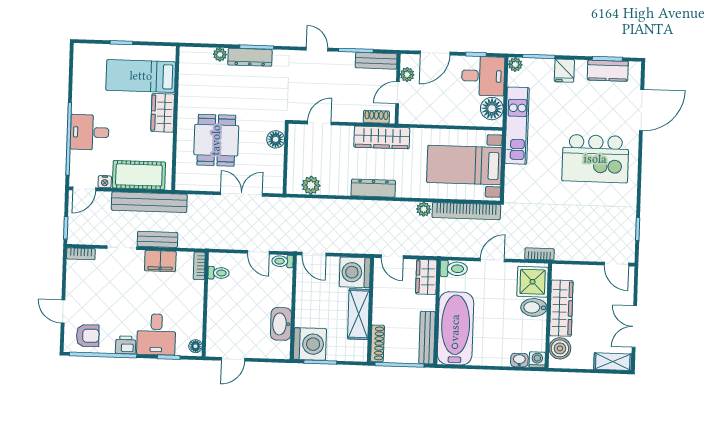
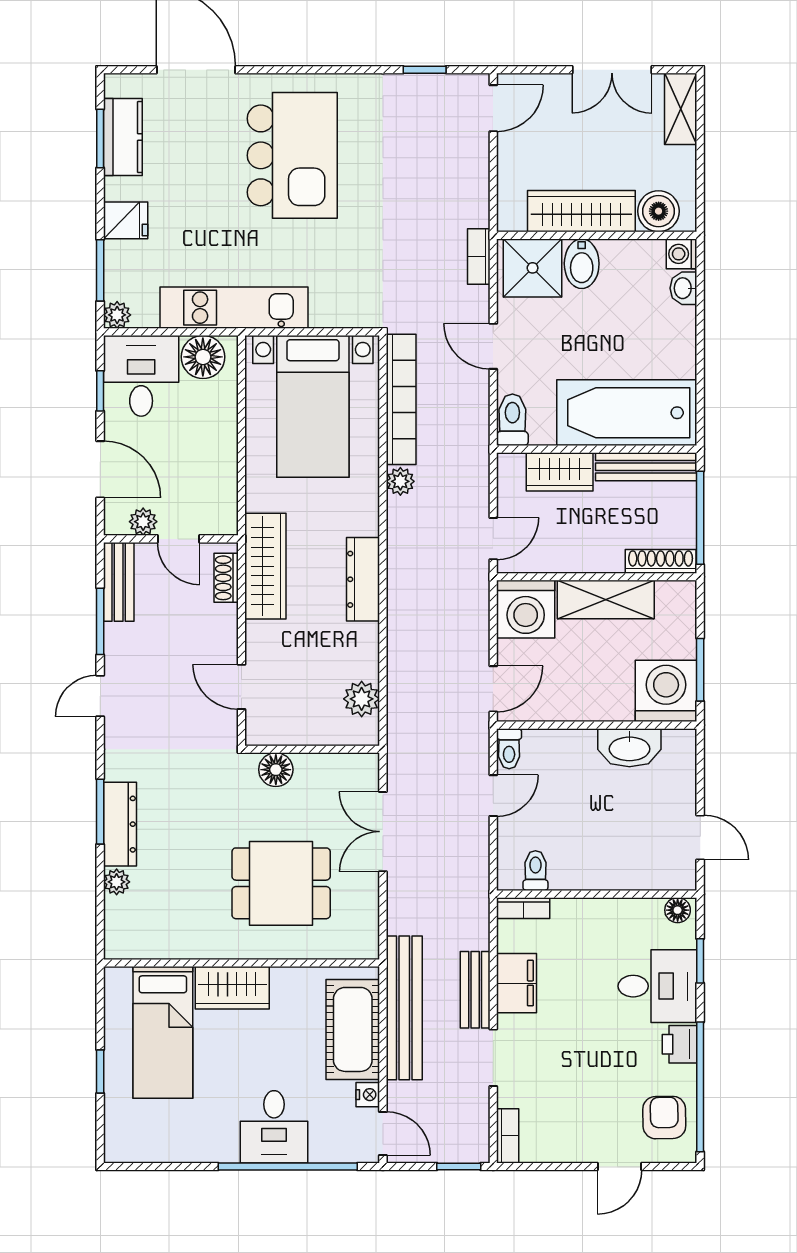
wardrobe: (426, 277) -> (560, 472), moved

